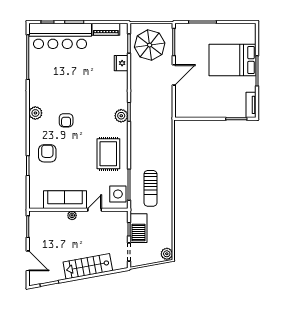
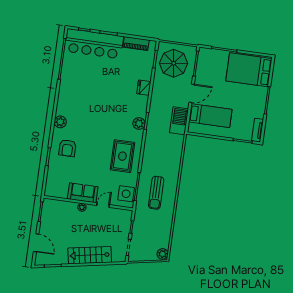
bed: (233, 60) -> (249, 70), moved
fridge: (121, 63) -> (144, 88), moved
bed: (198, 96) -> (210, 116), added
plant: (35, 113) -> (60, 122), moved
armchair: (66, 120) -> (89, 121), removed
armchair: (47, 153) -> (67, 148), turned 180
sofa: (65, 200) -> (83, 193), width x0.73
barbecue: (138, 228) -> (179, 121), moved, turned 180

